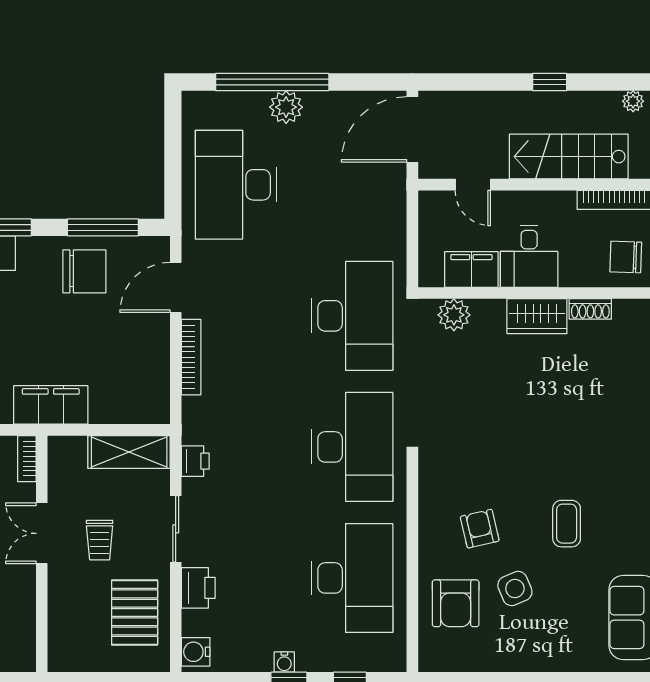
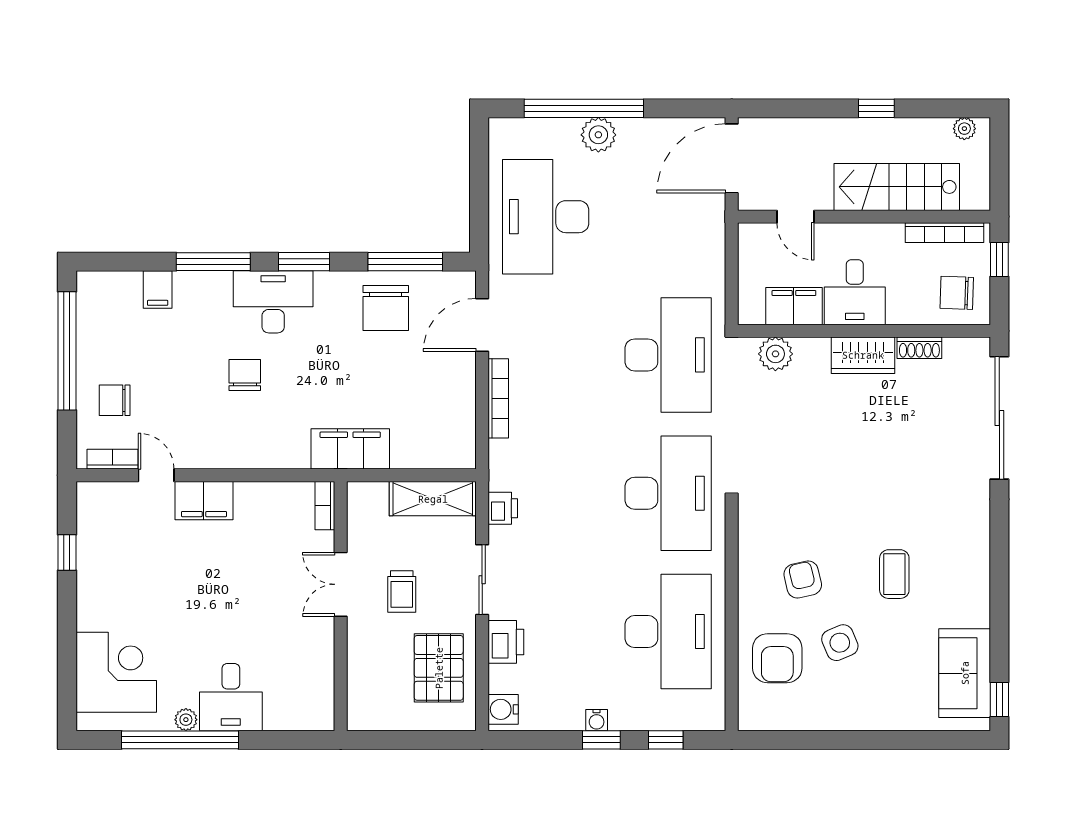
chair: (84, 271) -> (386, 308), turned 90

